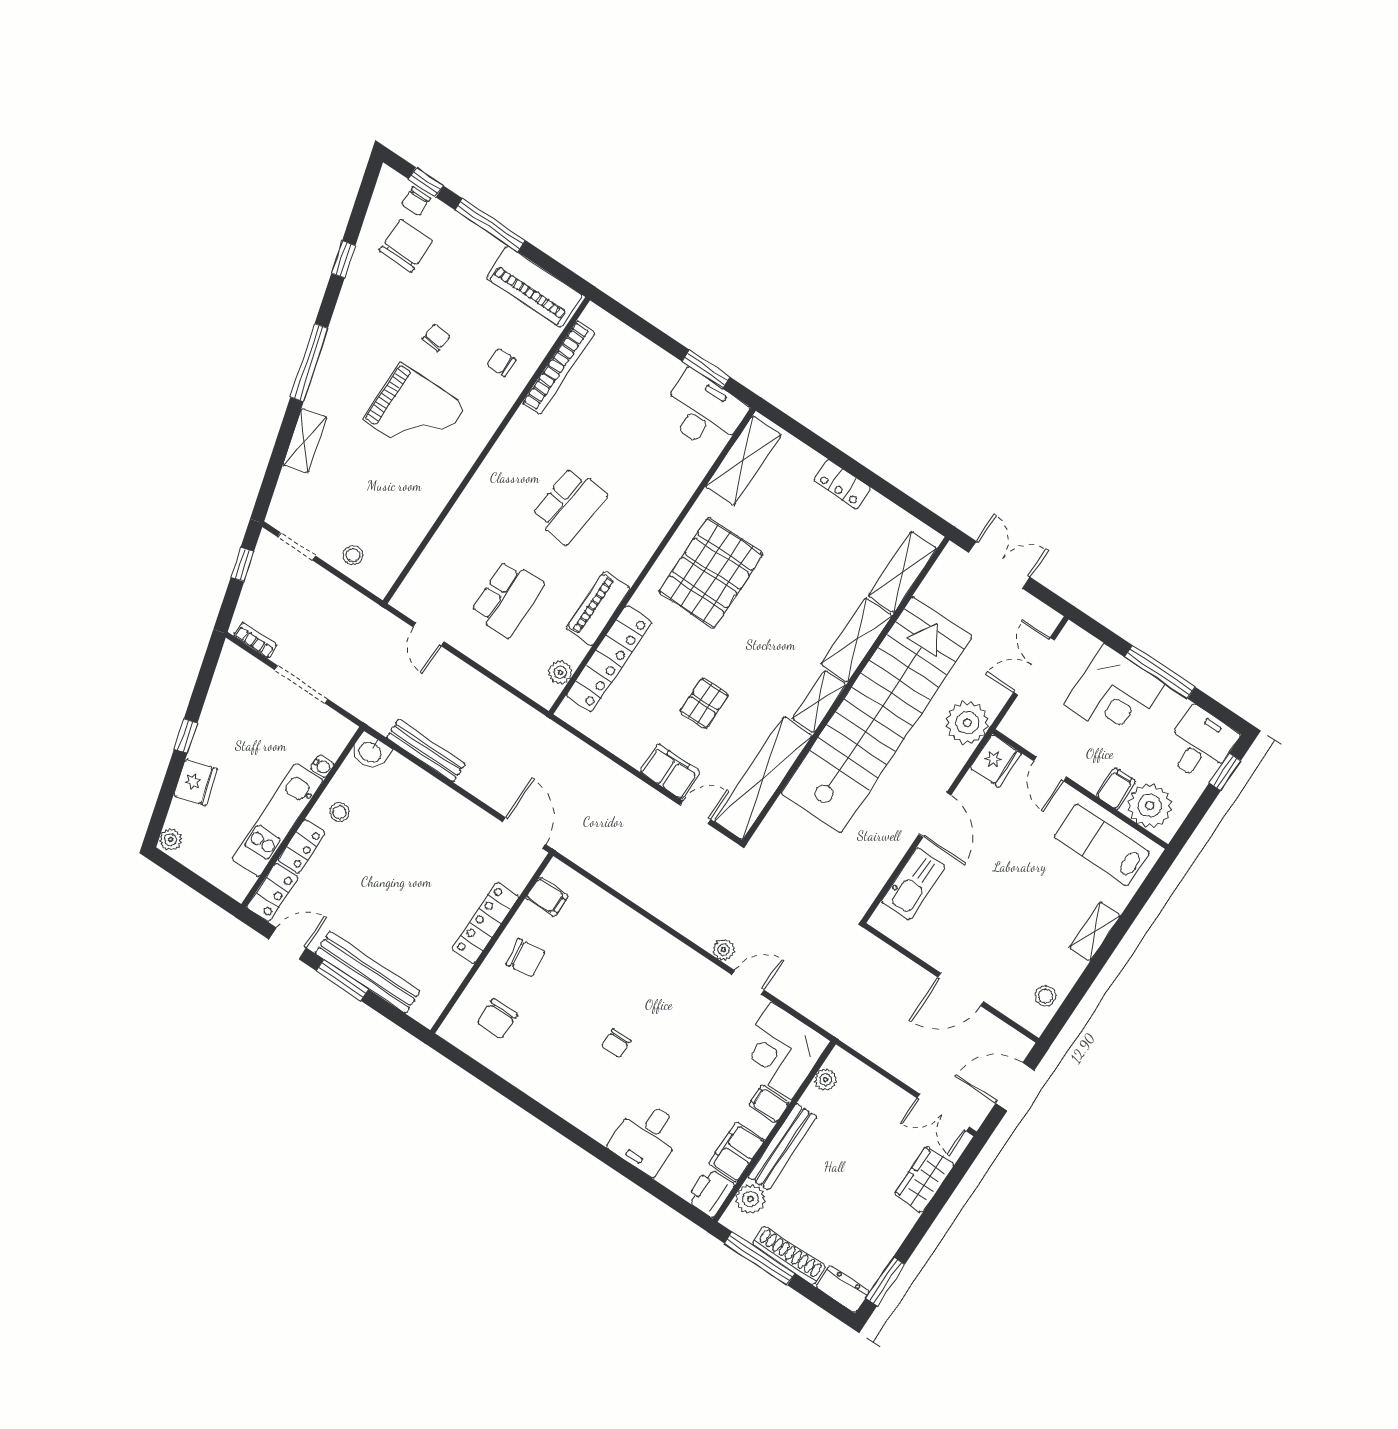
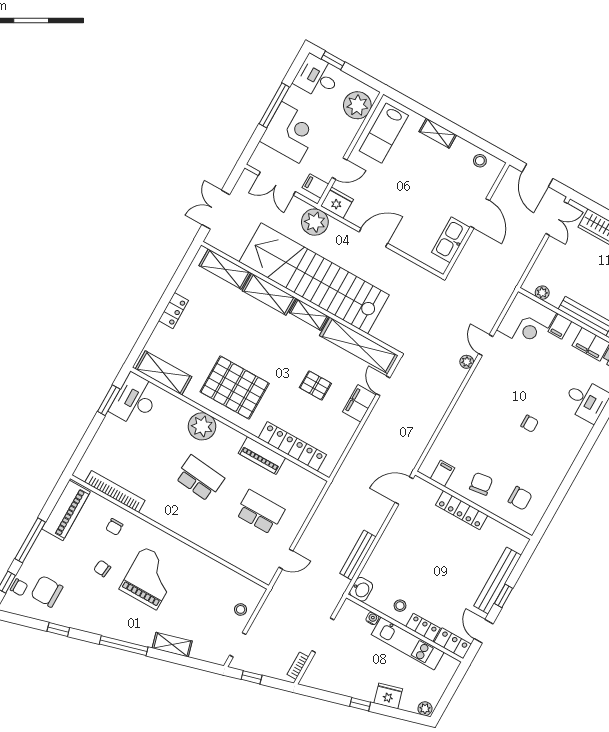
plant: (560, 672) -> (202, 426), moved, width x1.87, depth x1.87
filing cabinet: (1116, 789) -> (315, 186), moved
kitchen sink: (913, 884) -> (451, 240), moved, turned -90
window: (342, 980) -> (504, 596), width x0.67

